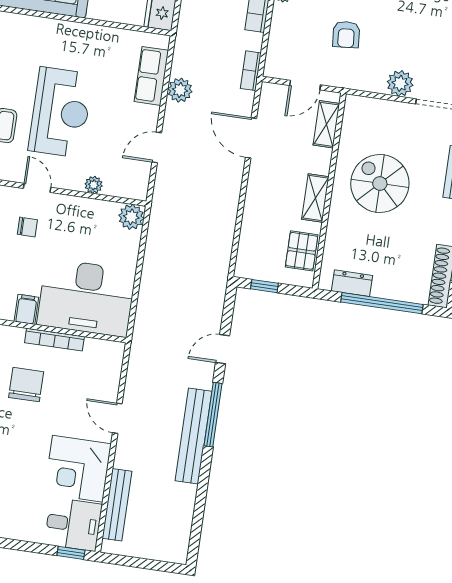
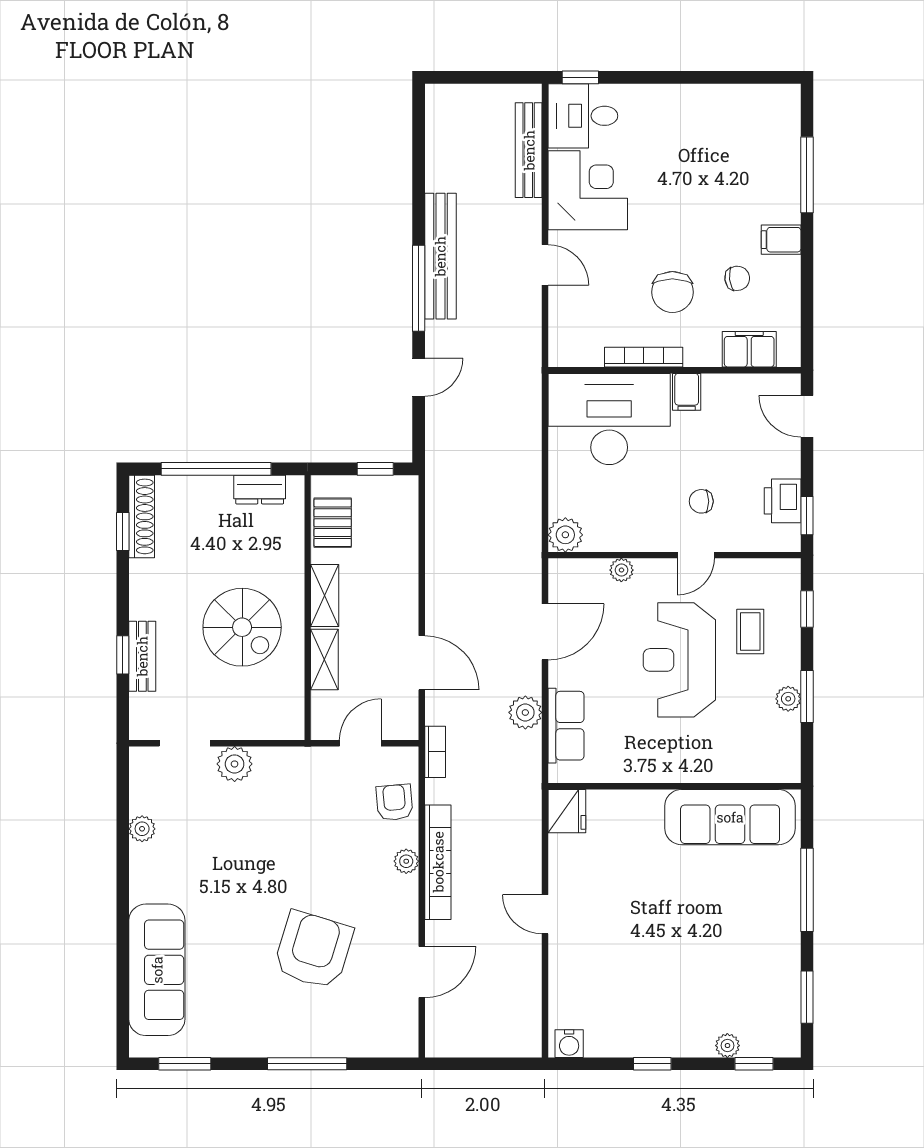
armchair: (346, 35) -> (394, 802), moved
shelving: (326, 124) -> (324, 659), moved
door: (157, 147) -> (545, 632), width x1.38
door: (37, 188) -> (696, 555), hinge flipped

